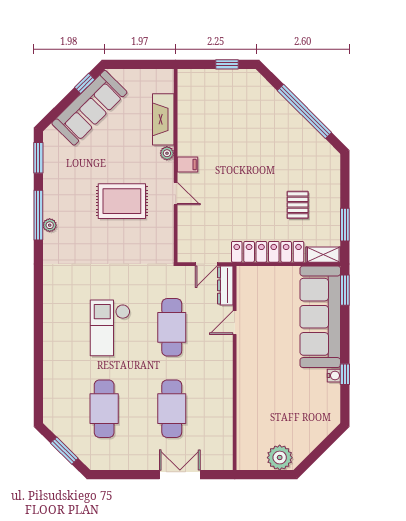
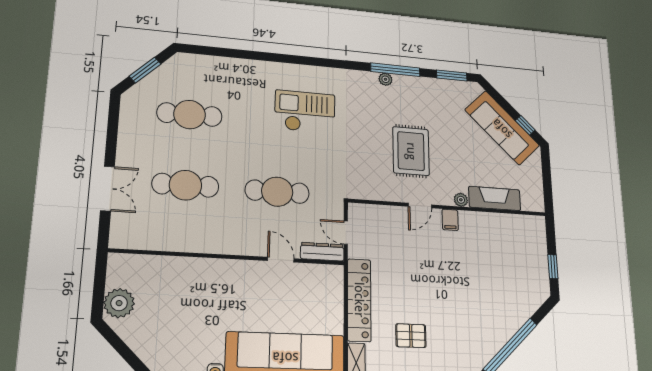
checkout: (110, 328) -> (305, 112), moved

